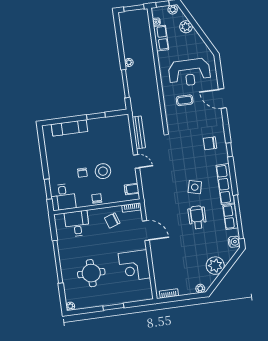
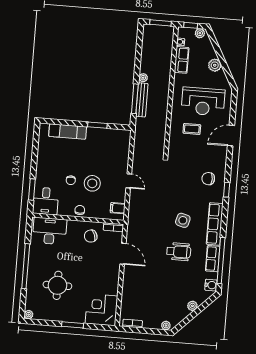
plant: (186, 27) -> (215, 65), moved
door: (222, 99) -> (231, 136), hinge flipped
bench: (139, 132) -> (142, 100), moved
wheelchair: (197, 217) -> (179, 252), turned 90
desk: (77, 224) -> (50, 231), width x1.37
corner desk: (134, 266) -> (102, 310), moved, turned 90
plant: (215, 266) -> (192, 306), width x0.53, depth x0.53

